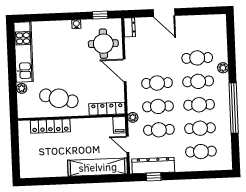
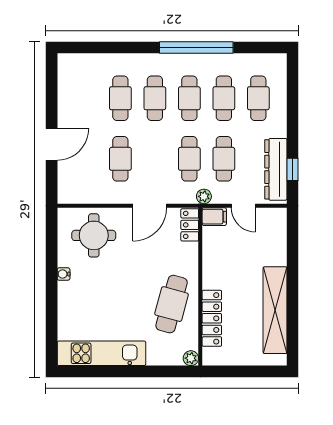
window: (100, 15) -> (52, 238), removed
dresser: (130, 27) -> (71, 196), removed
plant: (223, 68) -> (136, 61), removed
door: (125, 70) -> (150, 206), moved
cafe table: (157, 83) -> (120, 159), moved
plant: (22, 88) -> (191, 358), moved
locker: (107, 109) -> (190, 225), width x0.66
door: (128, 144) -> (243, 206), hinge flipped
shelving: (98, 167) -> (275, 310), moved

